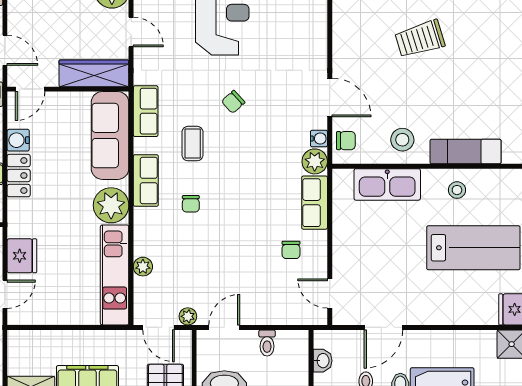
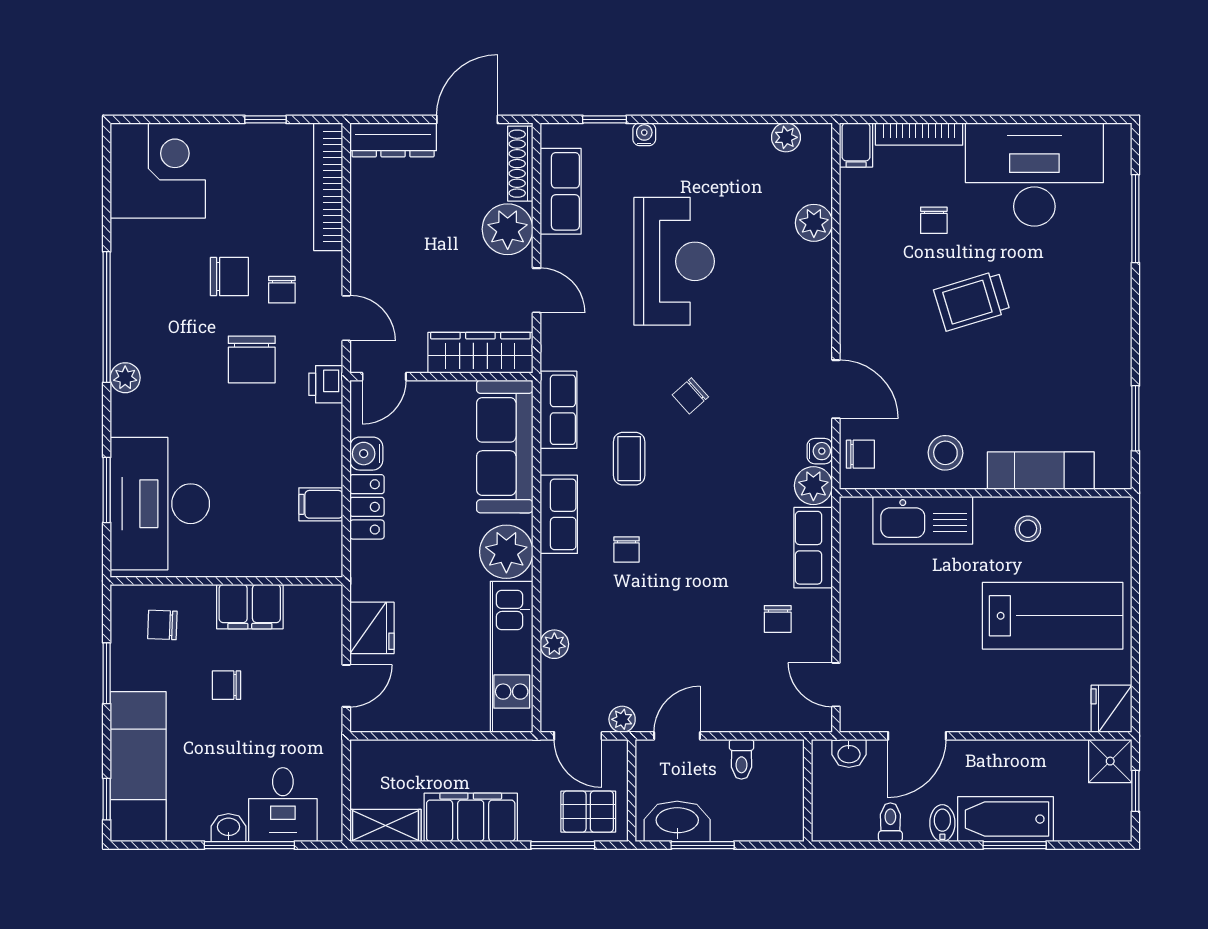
washbasin: (323, 361) -> (849, 753), moved, turned 90

